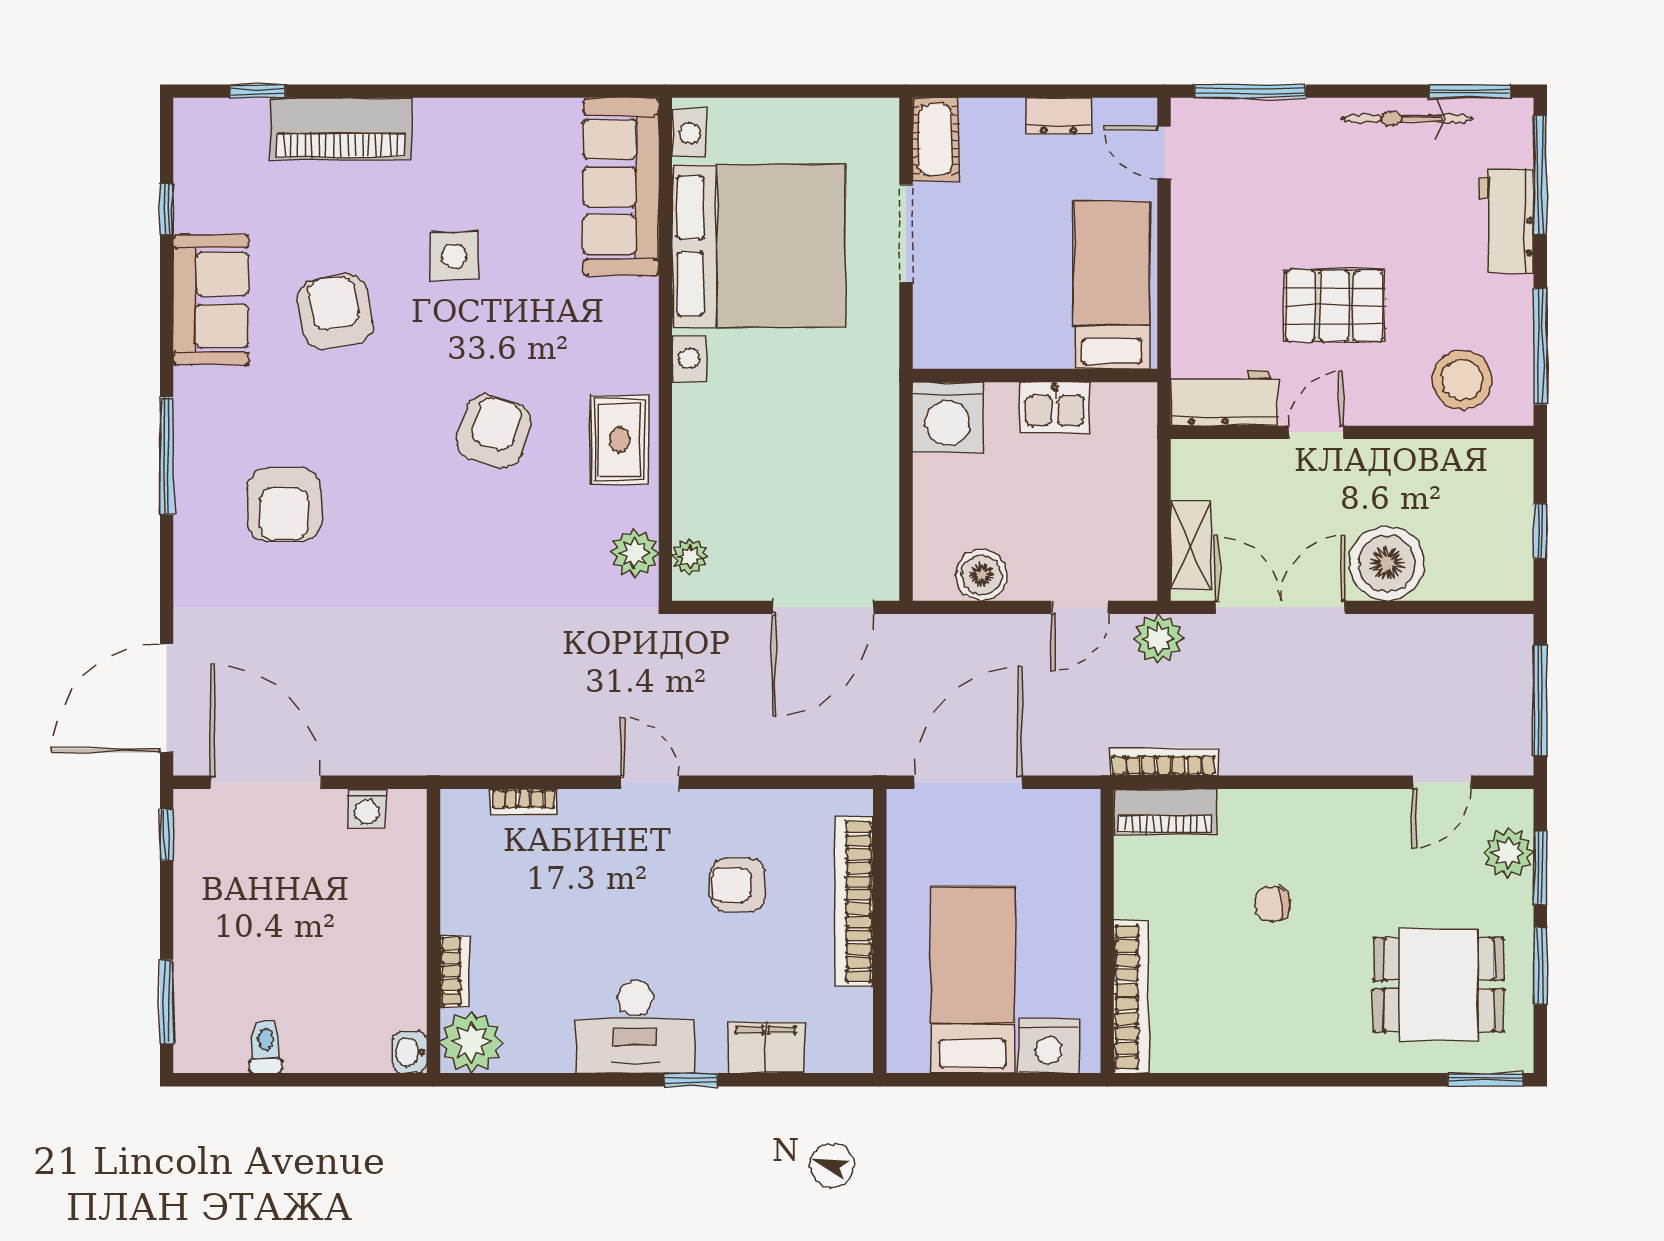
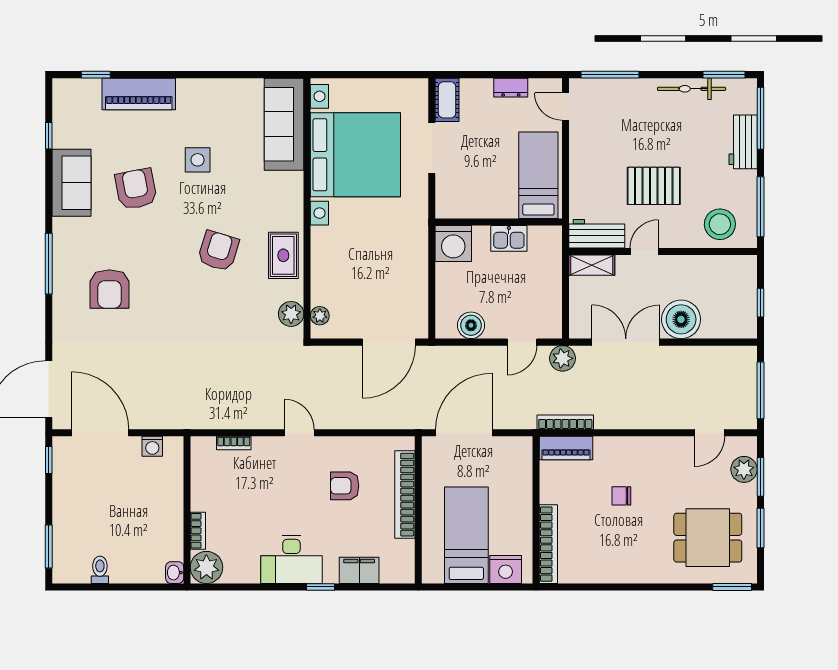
shelving: (1190, 546) -> (592, 265), moved, turned 90

